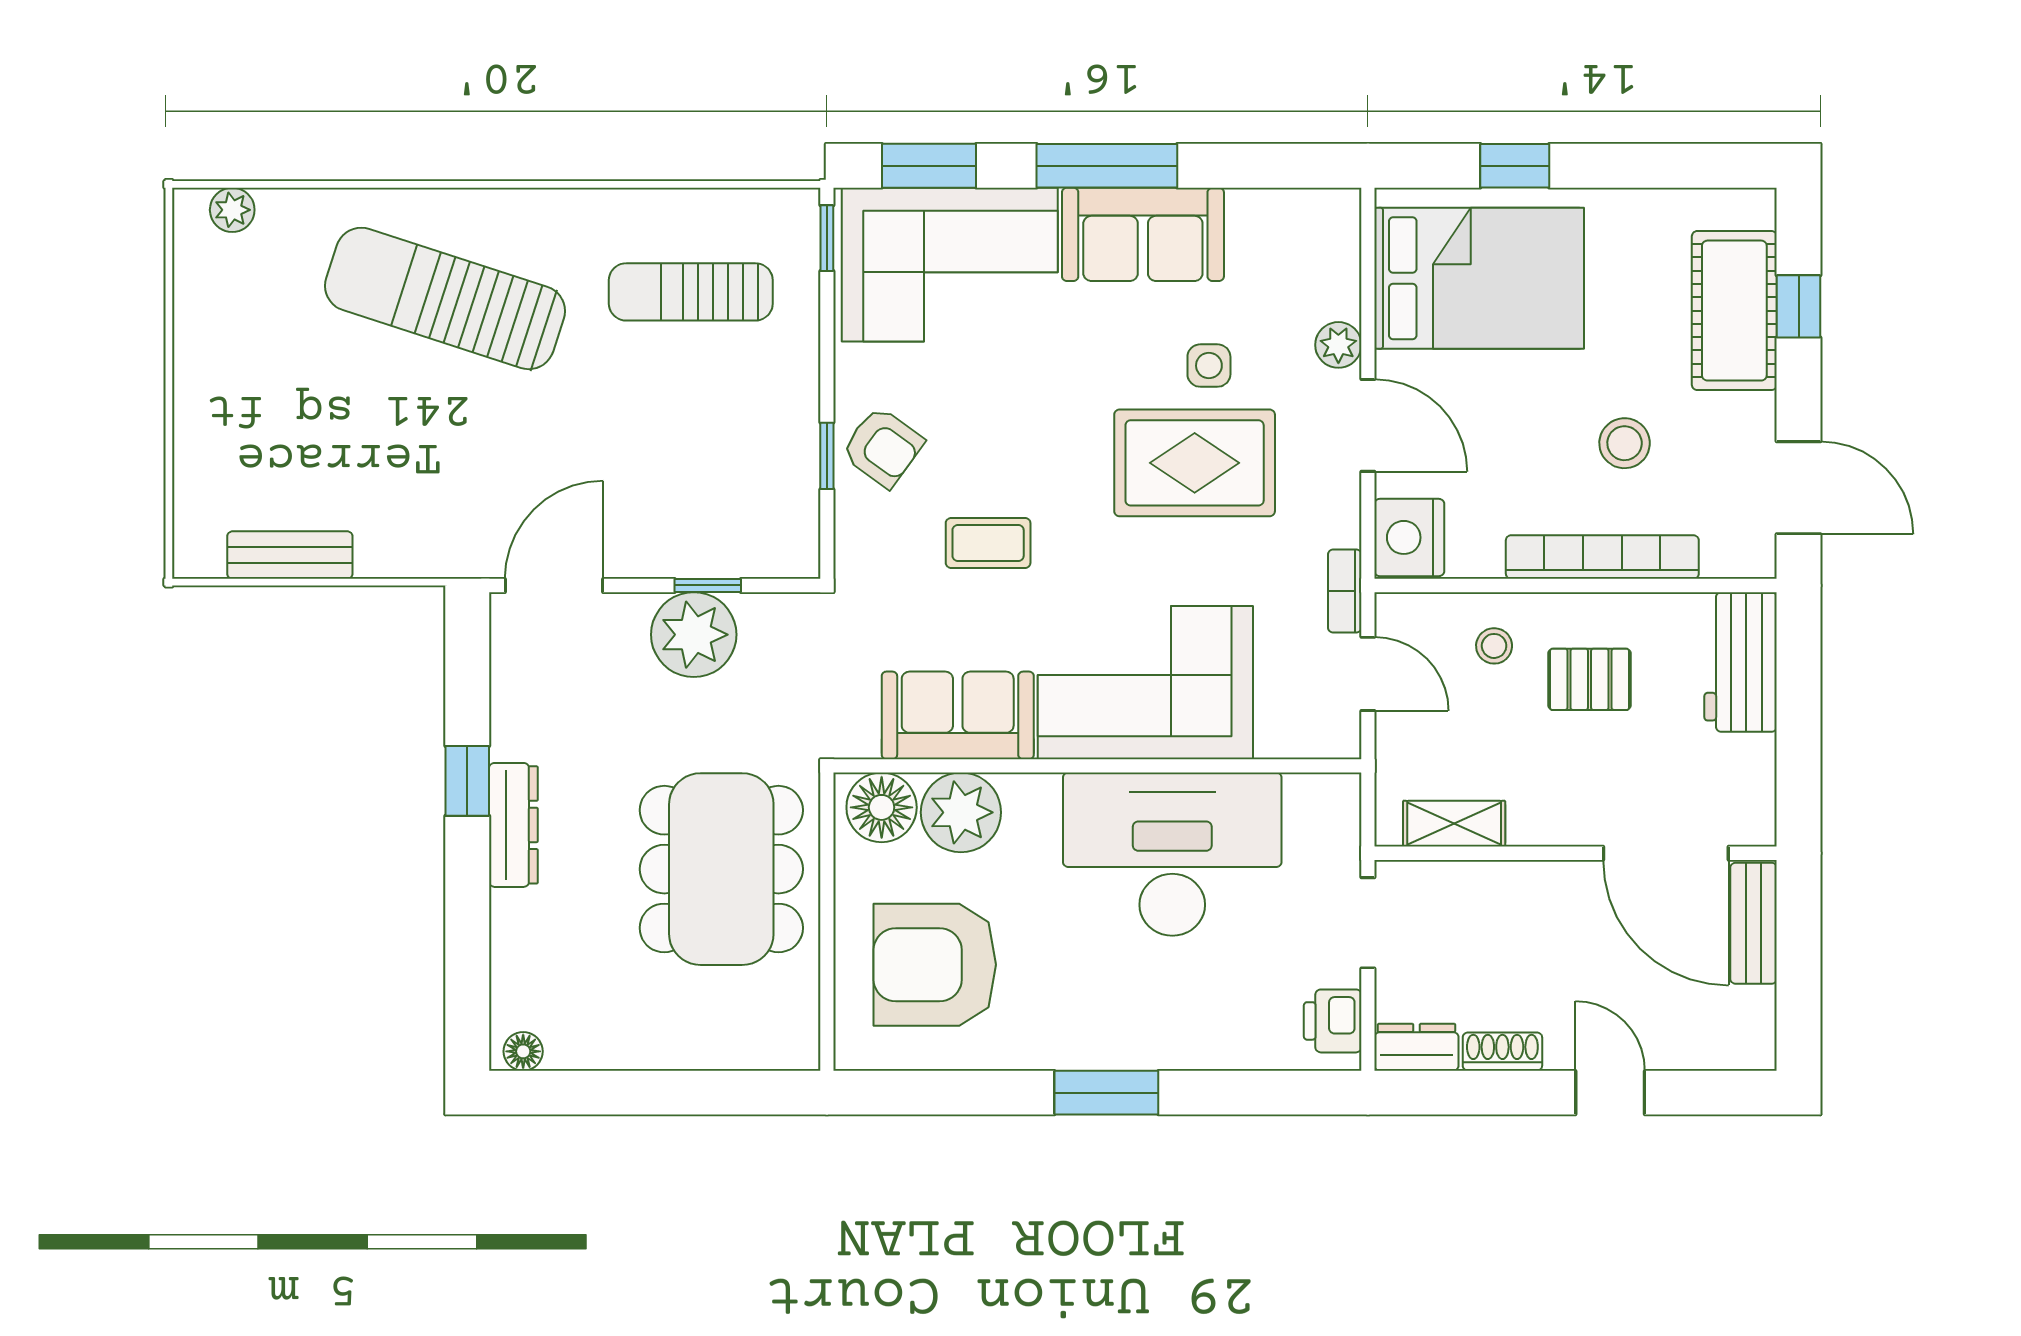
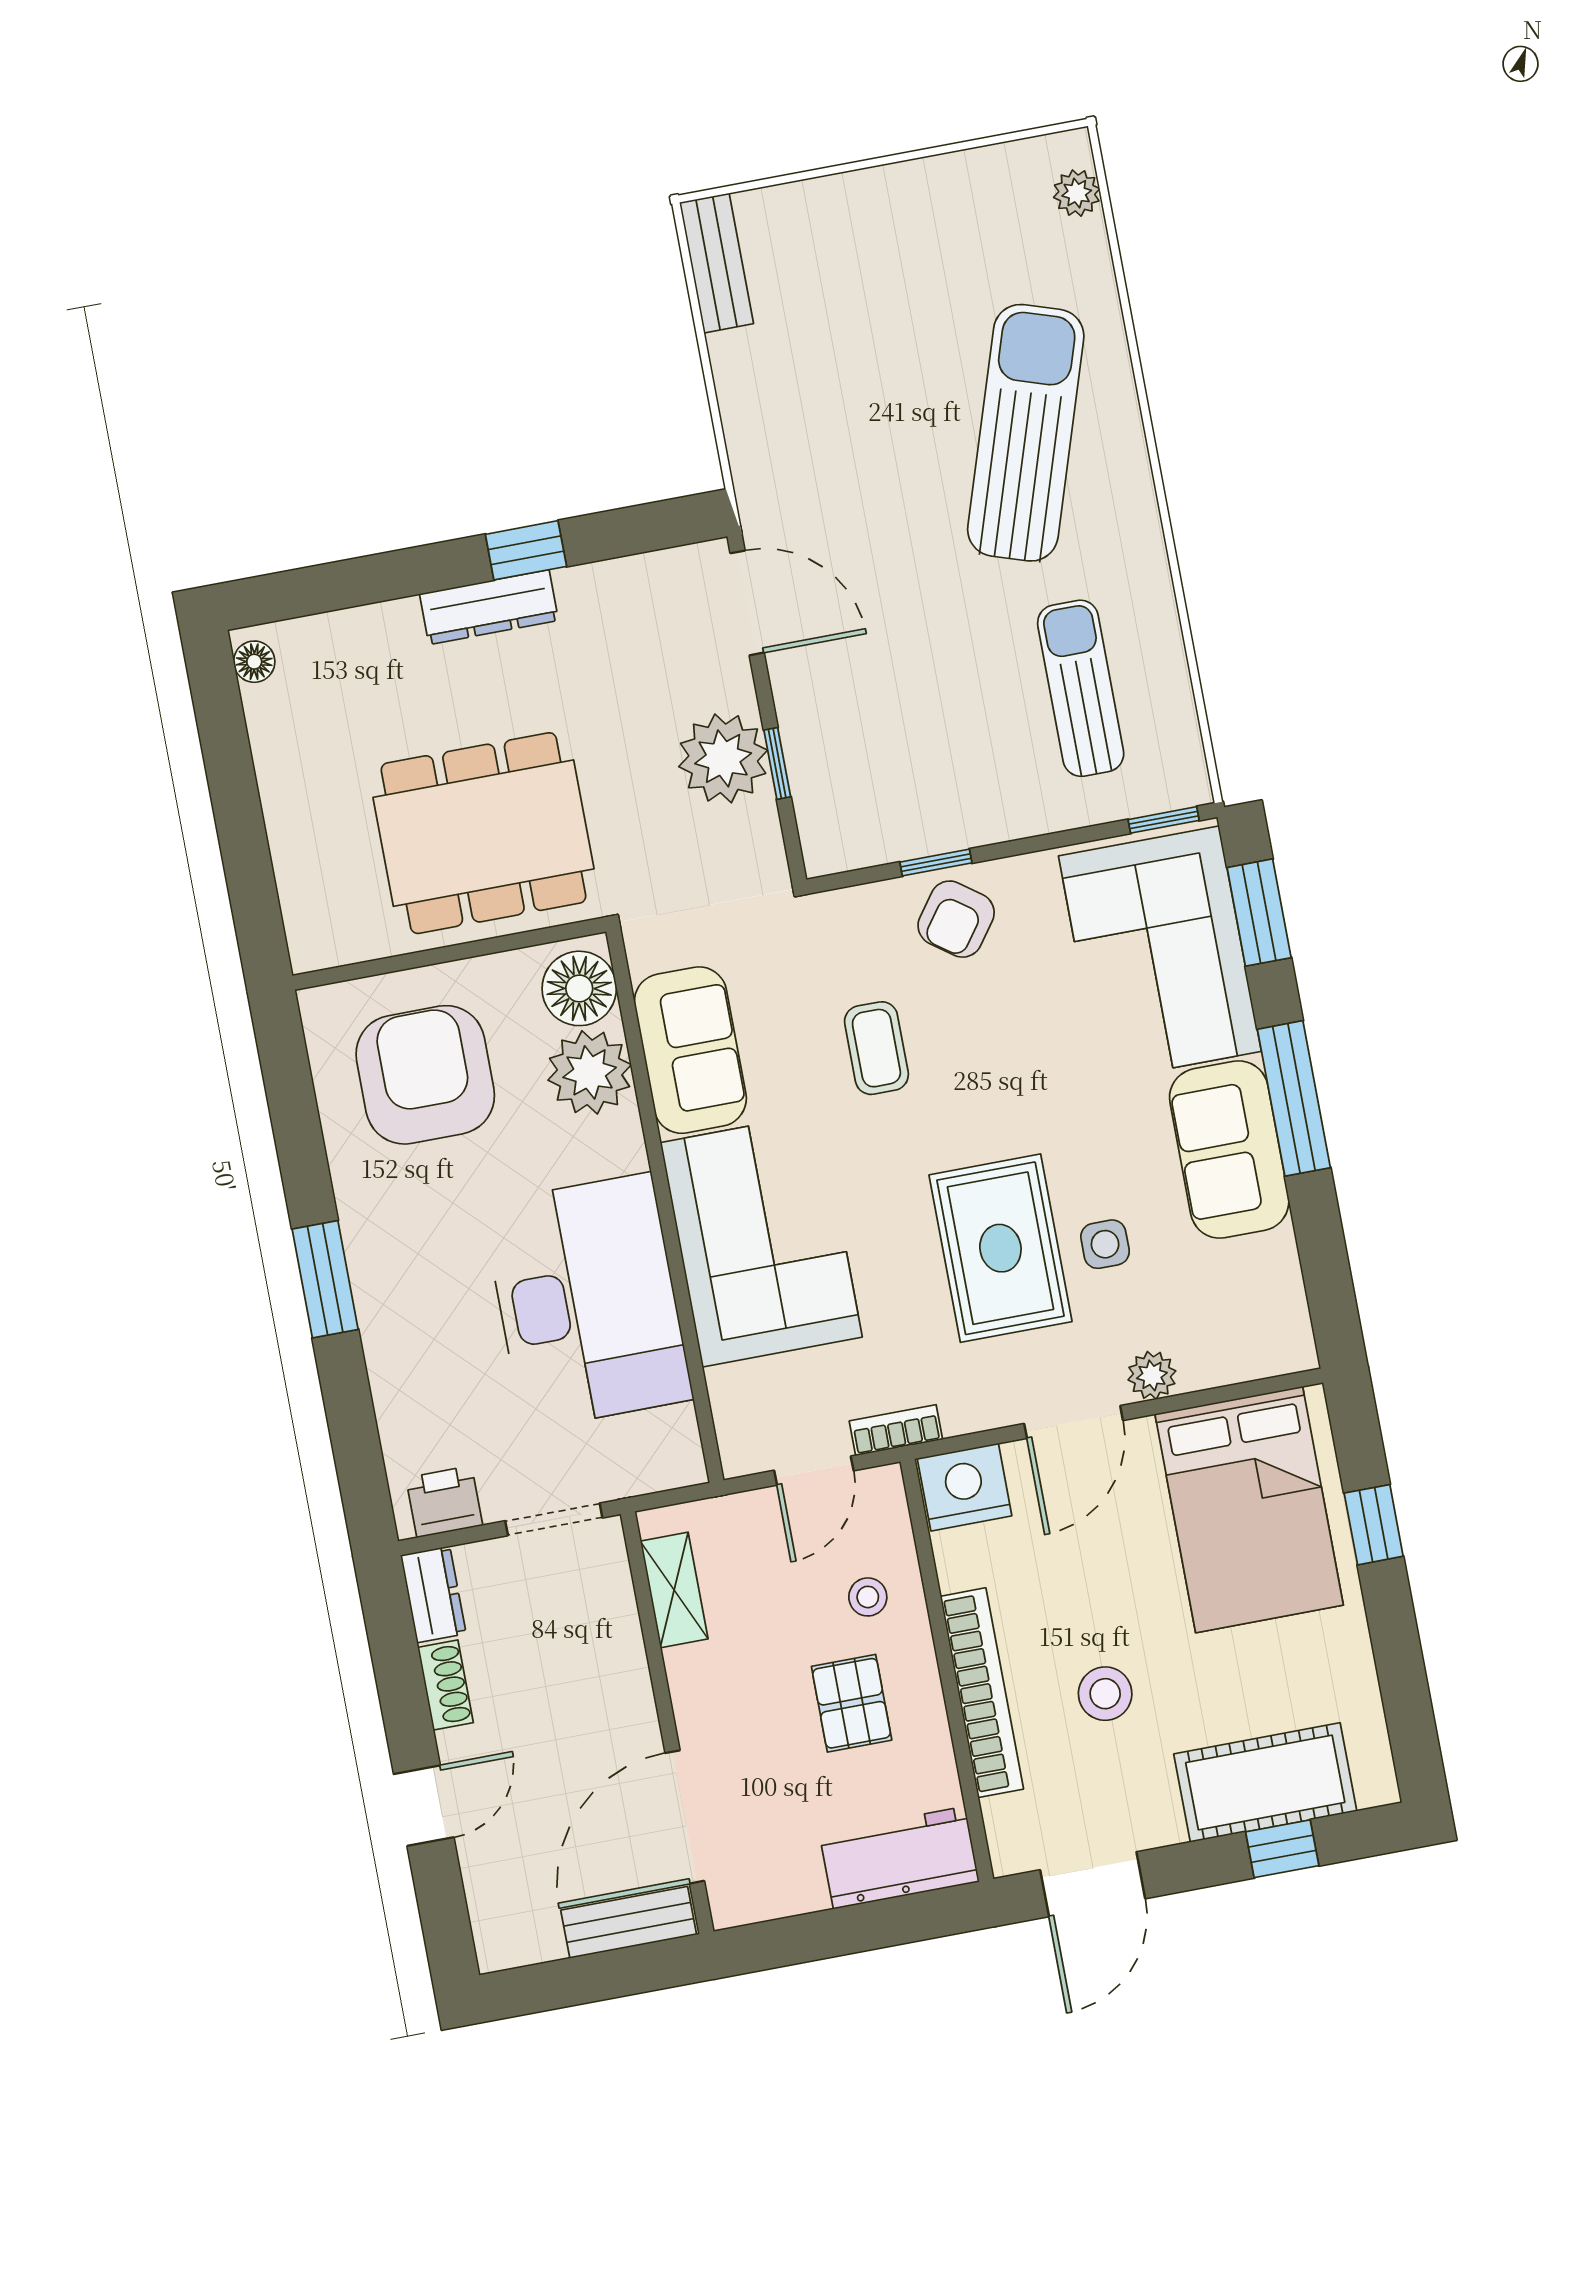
bench: (290, 555) -> (716, 263), moved

